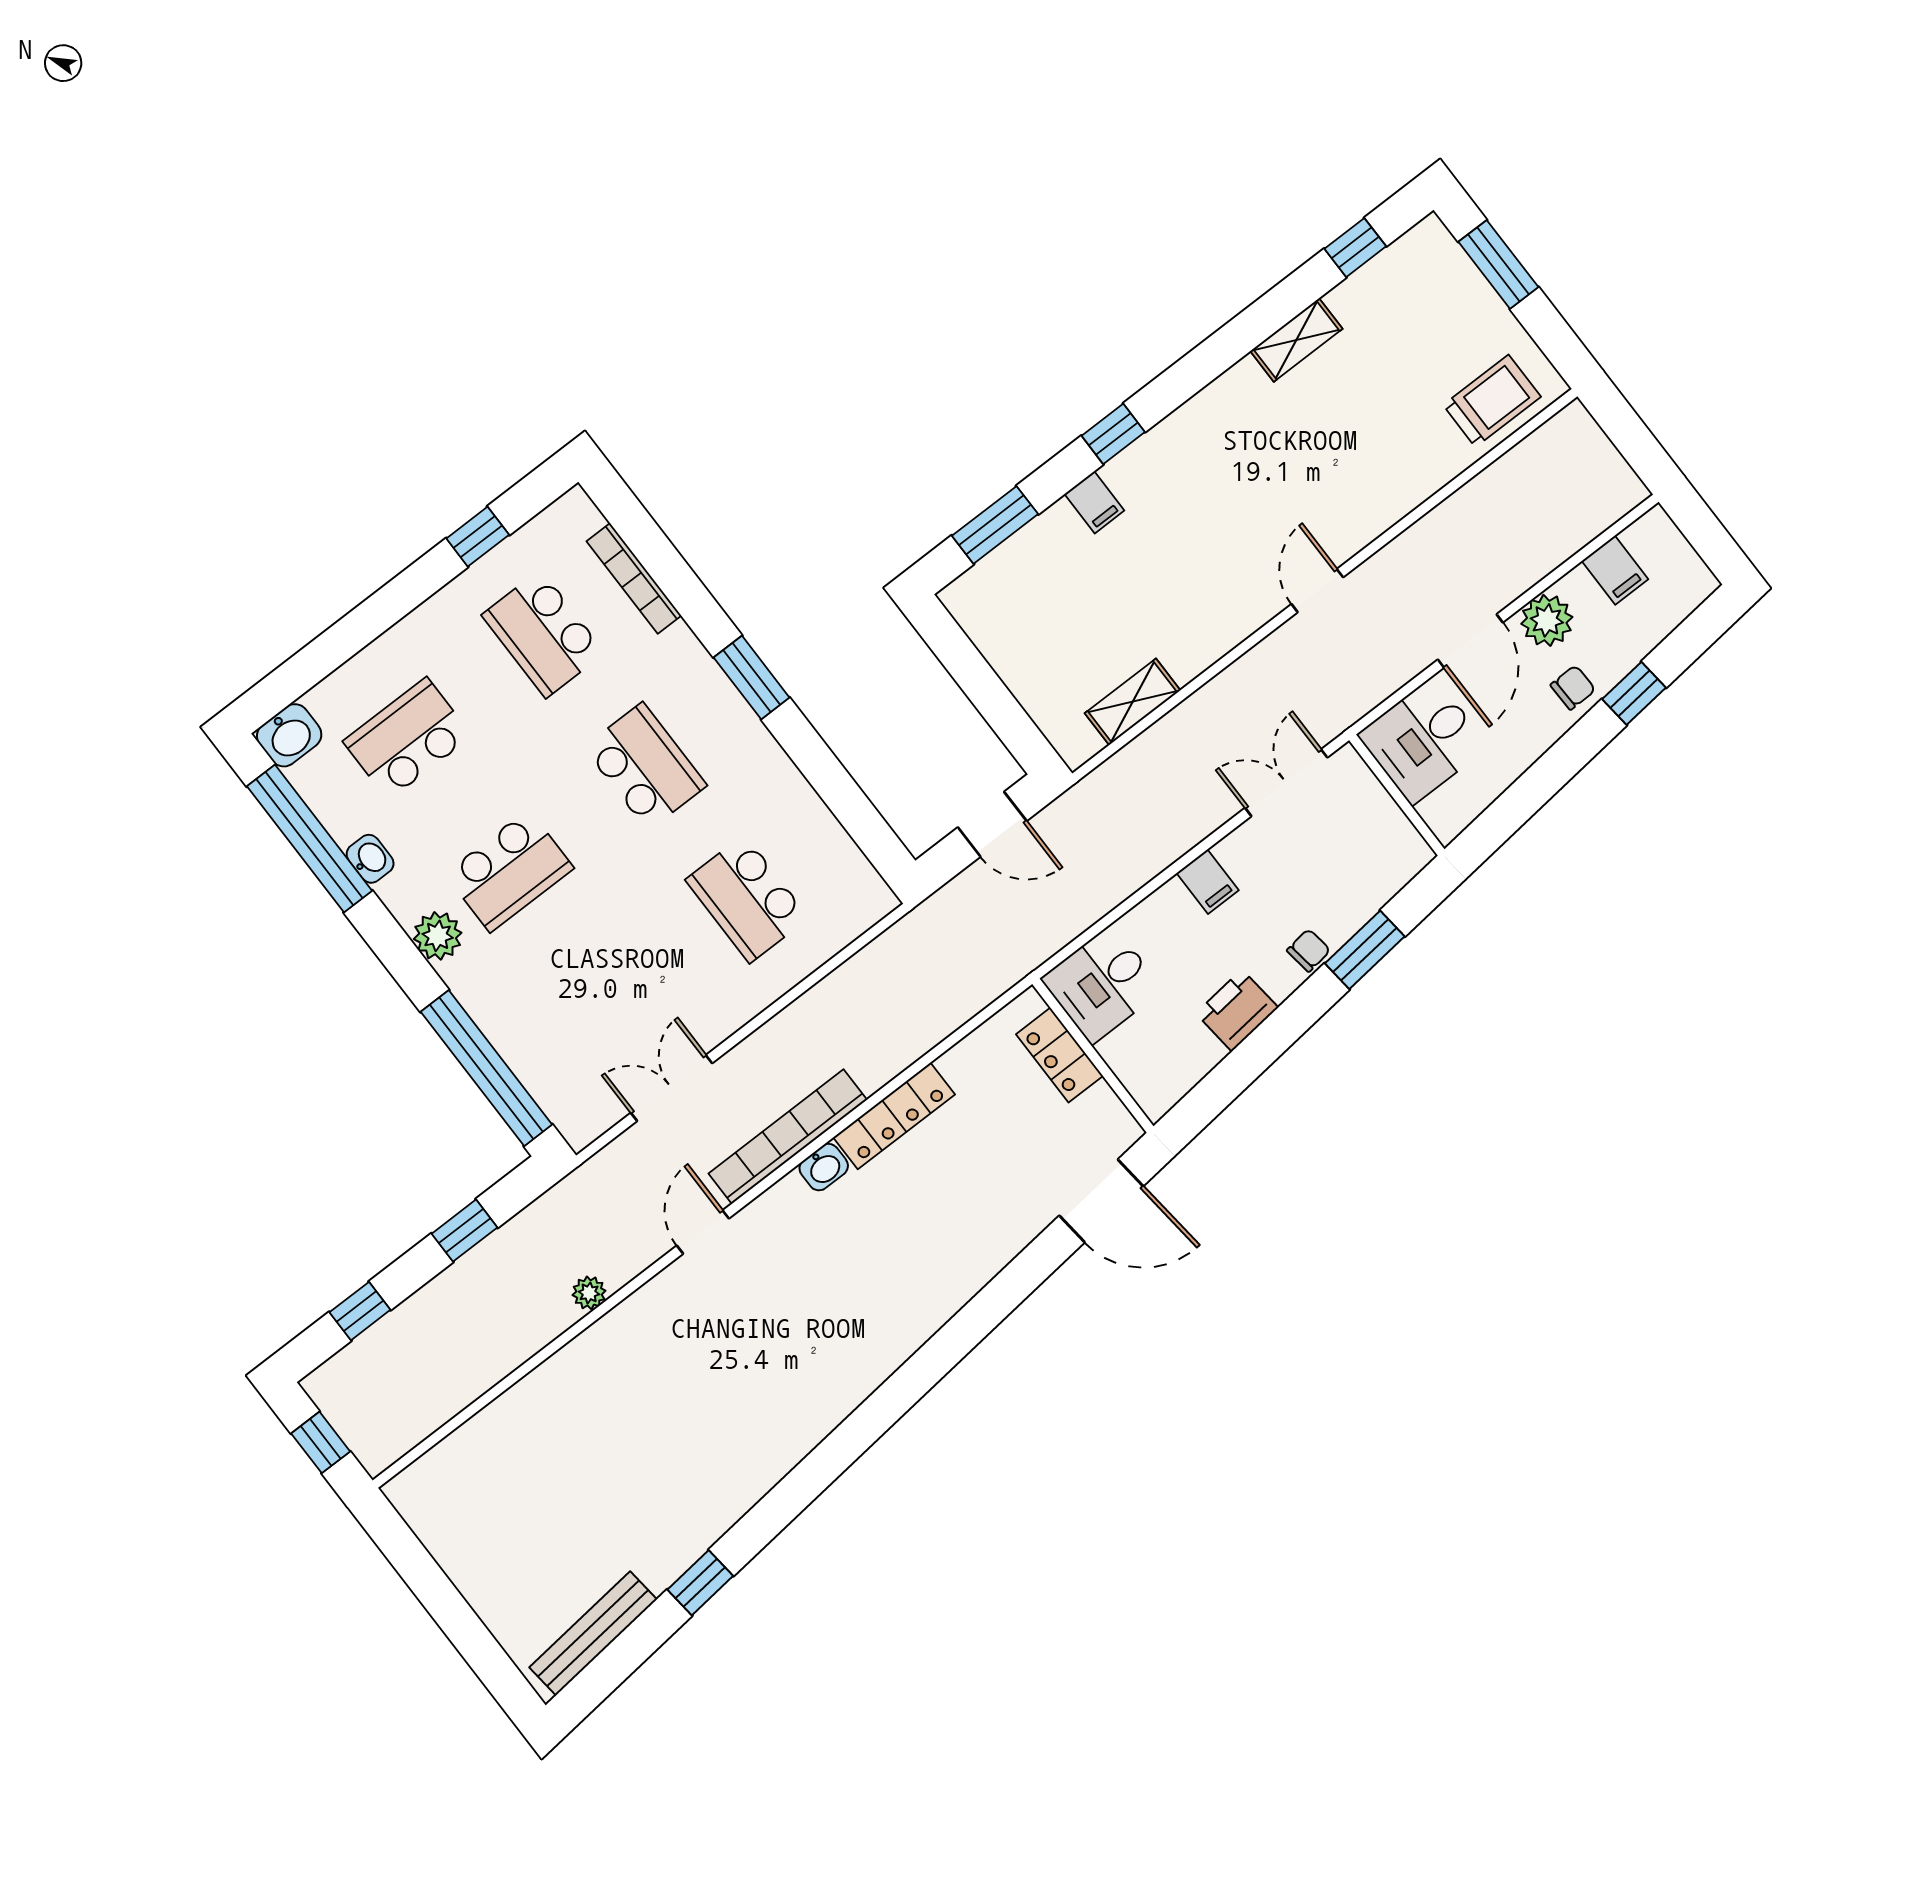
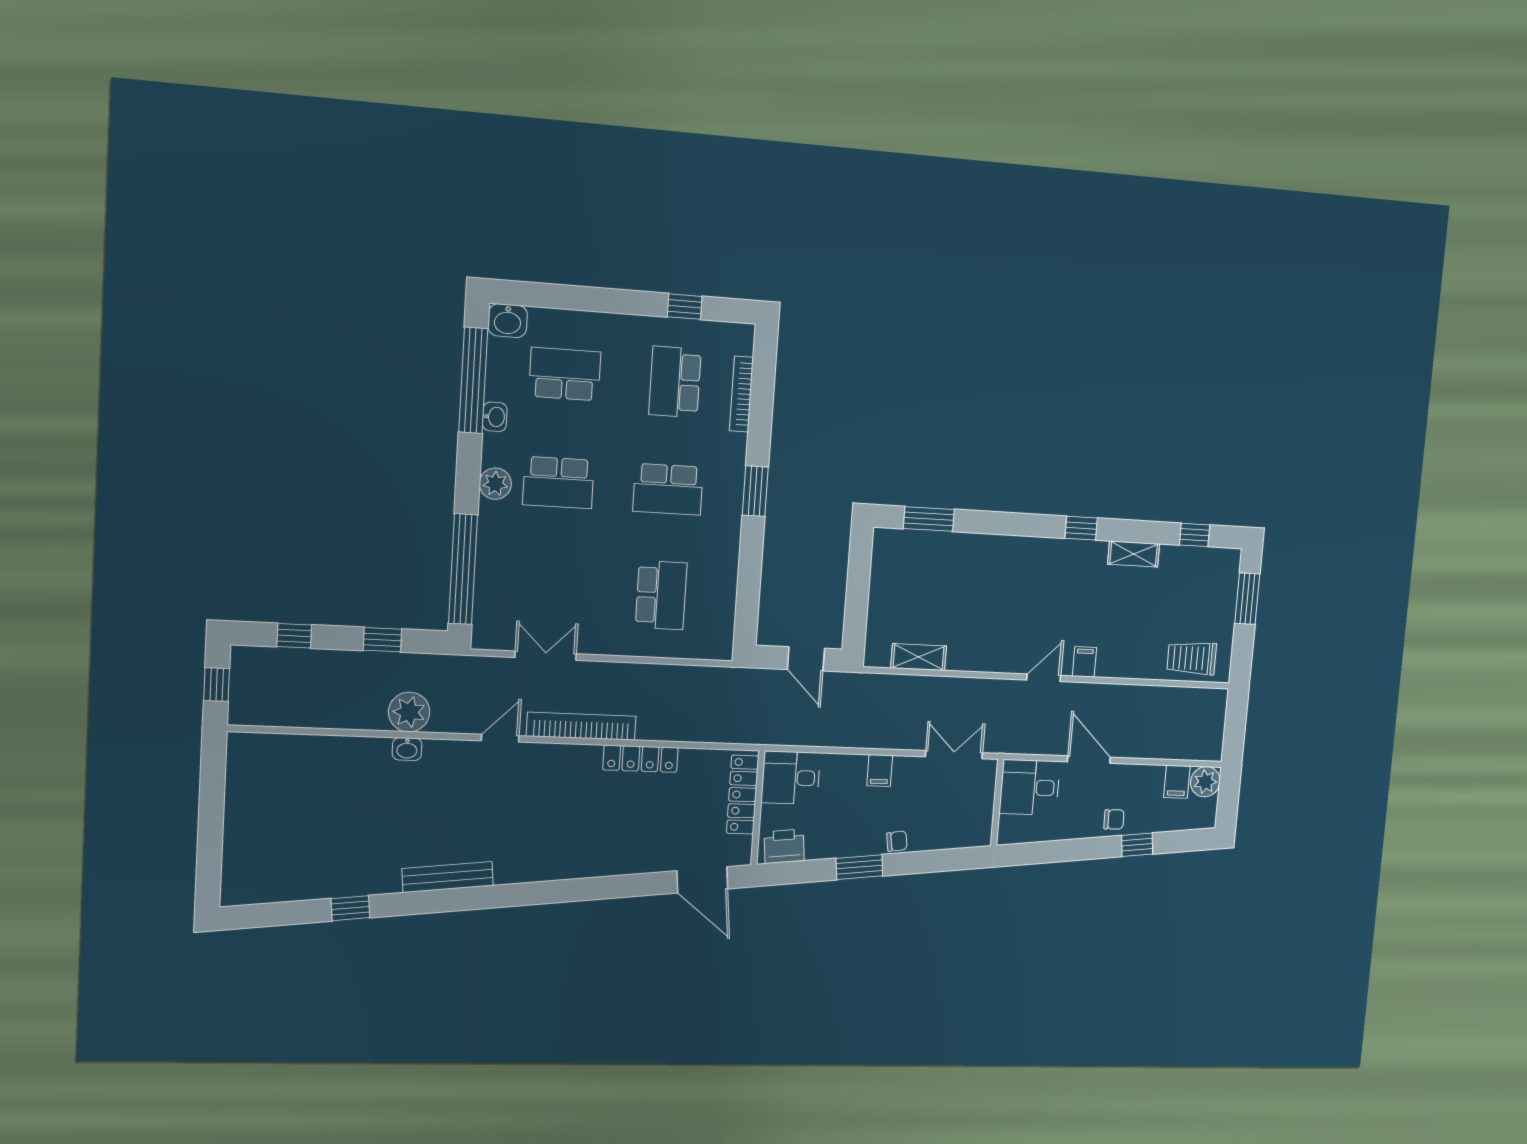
trolley: (1492, 401) -> (1192, 658), turned 180
window: (1113, 434) -> (1081, 528), moved
filing cabinet: (1094, 502) -> (1084, 662), moved, turned 180
plant: (1547, 620) -> (1205, 782), moved
door: (1470, 641) -> (1089, 760), swing flipped
school desk: (645, 766) -> (668, 489), turned 90
school desk: (747, 899) -> (661, 595), turned 180
window: (1365, 950) -> (859, 867), moved
printer: (1237, 1010) -> (784, 846), moved
locker: (1060, 1055) -> (743, 795), width x1.53
washbasin: (824, 1167) -> (407, 749), moved
plant: (589, 1293) -> (409, 712), width x1.88, depth x1.88
bench: (593, 1633) -> (448, 877), moved

